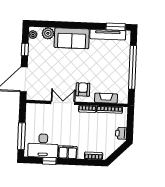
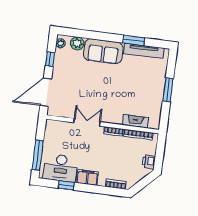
window: (116, 27) -> (134, 40), moved
window: (132, 67) -> (168, 90), width x0.47
armchair: (83, 89) -> (111, 109), removed

